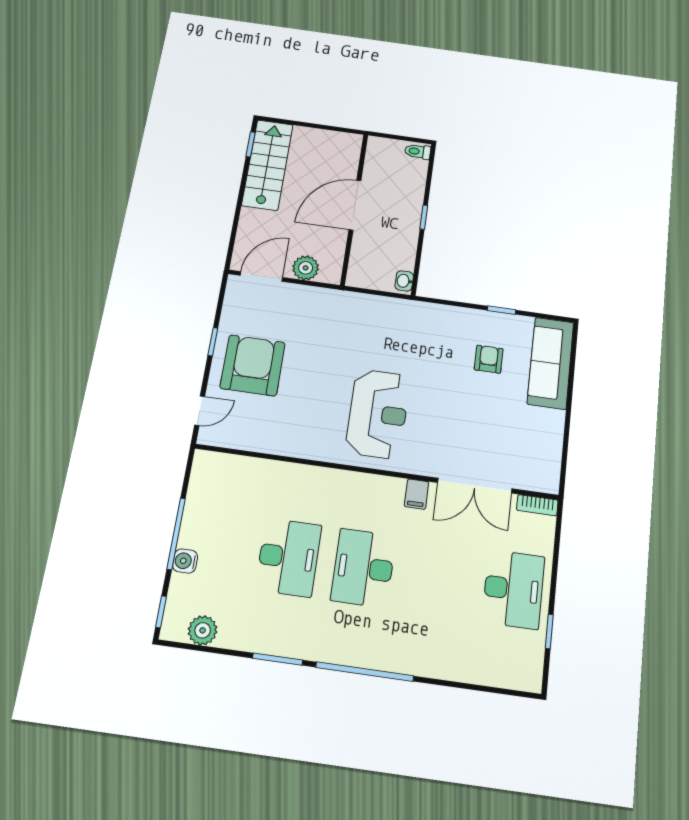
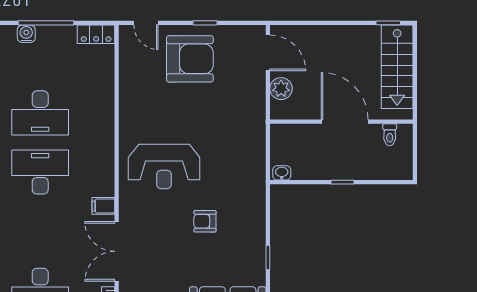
toilet: (418, 152) -> (390, 135), moved, turned 180
stairs: (267, 165) -> (397, 67), moved, turned 90
armchair: (489, 359) -> (205, 221), moved, turned 180
locker: (202, 473) -> (96, 34), added

